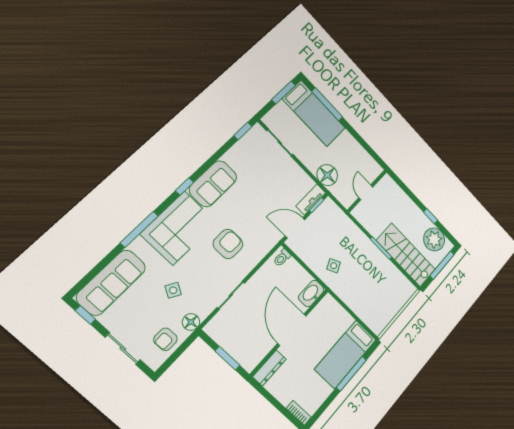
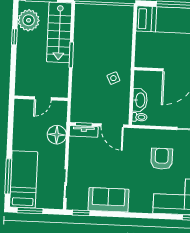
sofa: (213, 184) -> (108, 200), moved
window: (184, 187) -> (150, 216), removed
armchair: (228, 244) -> (162, 159), turned 90
washbasin: (311, 294) -> (140, 100), moved, turned -90

